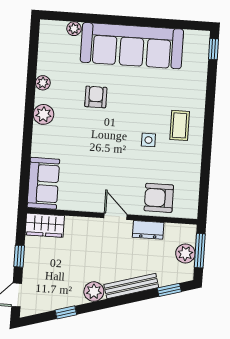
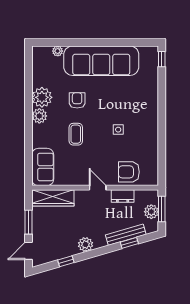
plant: (43, 83) -> (42, 97), width x1.88, depth x1.88
coffee table: (180, 125) -> (76, 134), moved
wardrobe: (45, 225) -> (53, 198), width x1.50
window: (19, 256) -> (29, 222), width x1.50
bench: (131, 286) -> (126, 235), moved
window: (169, 290) -> (129, 243), moved

